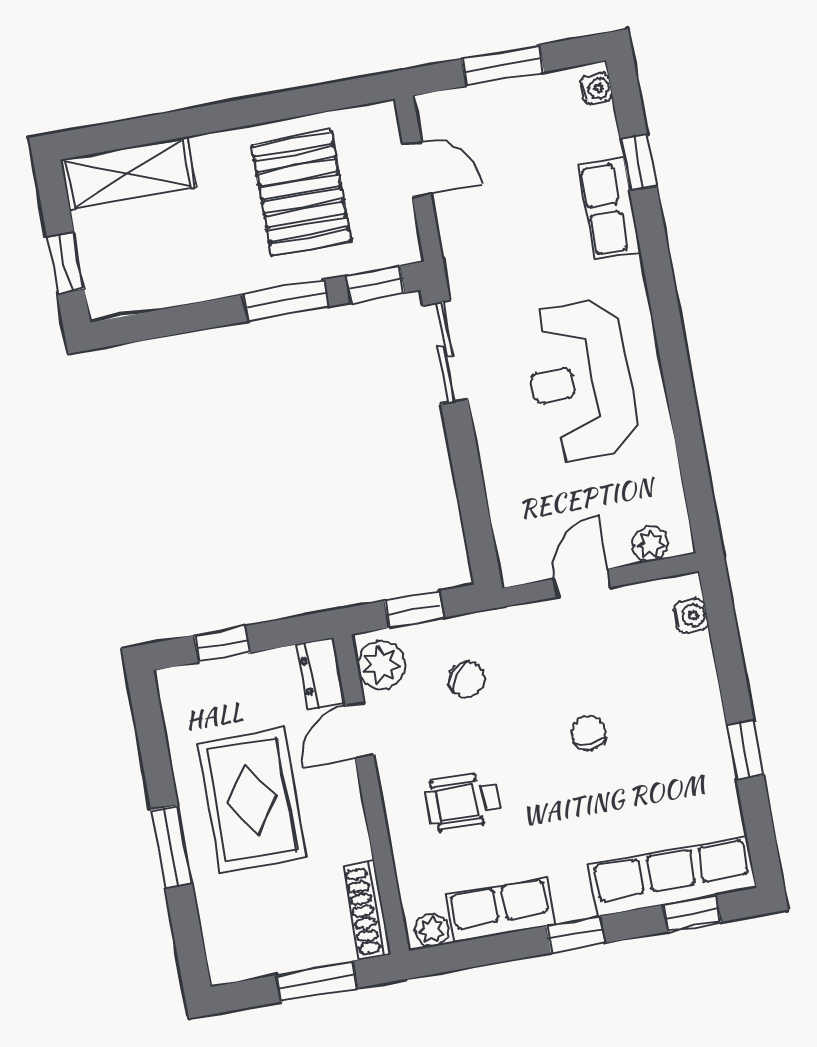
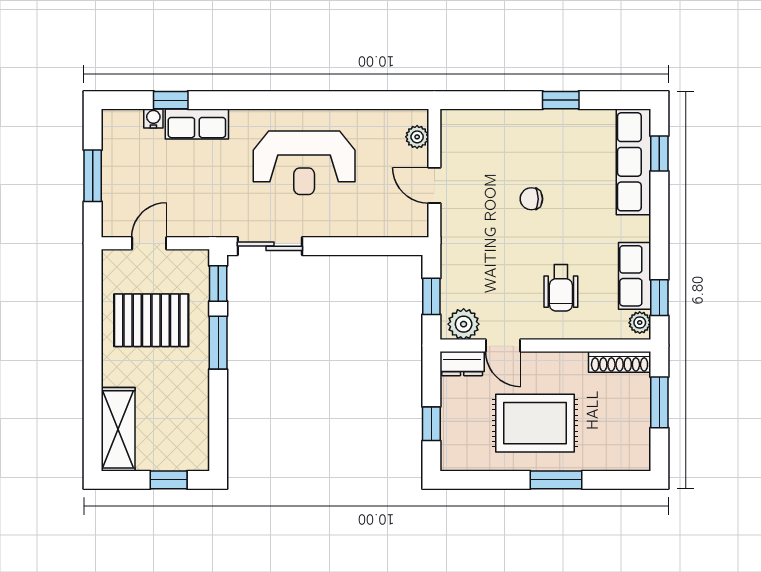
water cooler: (596, 89) -> (153, 118), moved
water cooler: (691, 616) -> (468, 119), removed
chair: (467, 680) -> (483, 270), removed
window: (575, 935) -> (659, 298), moved

